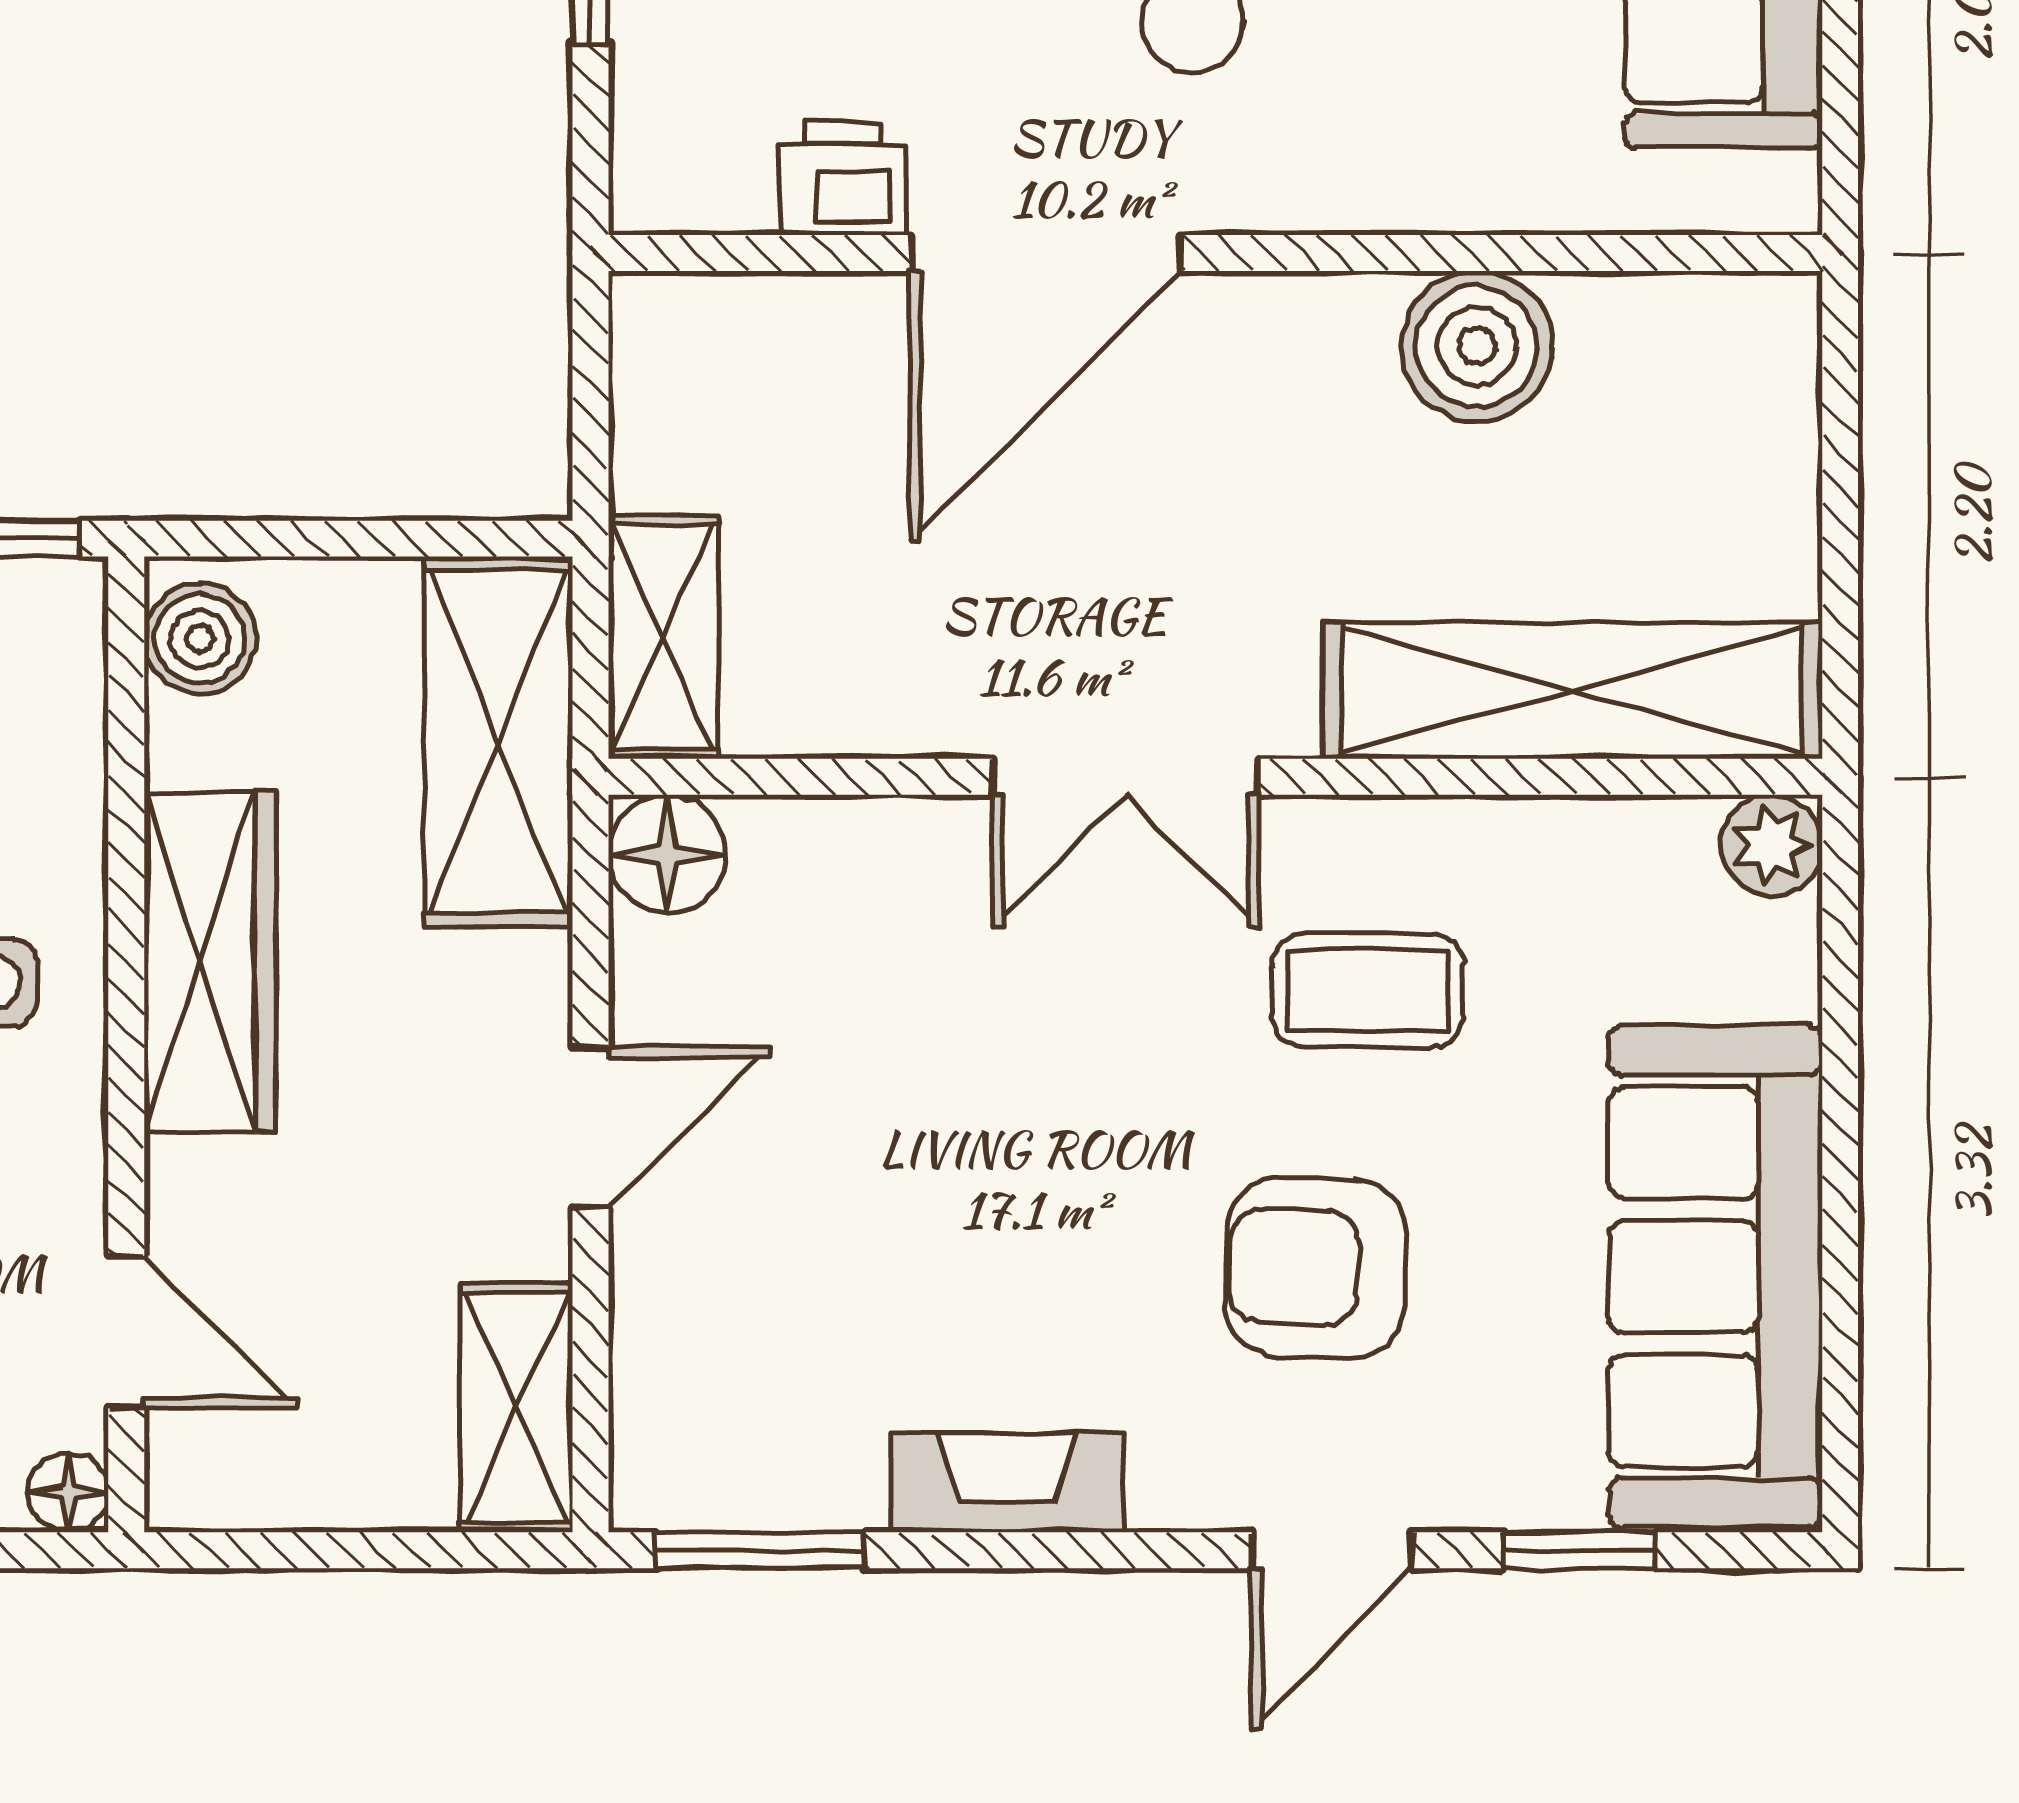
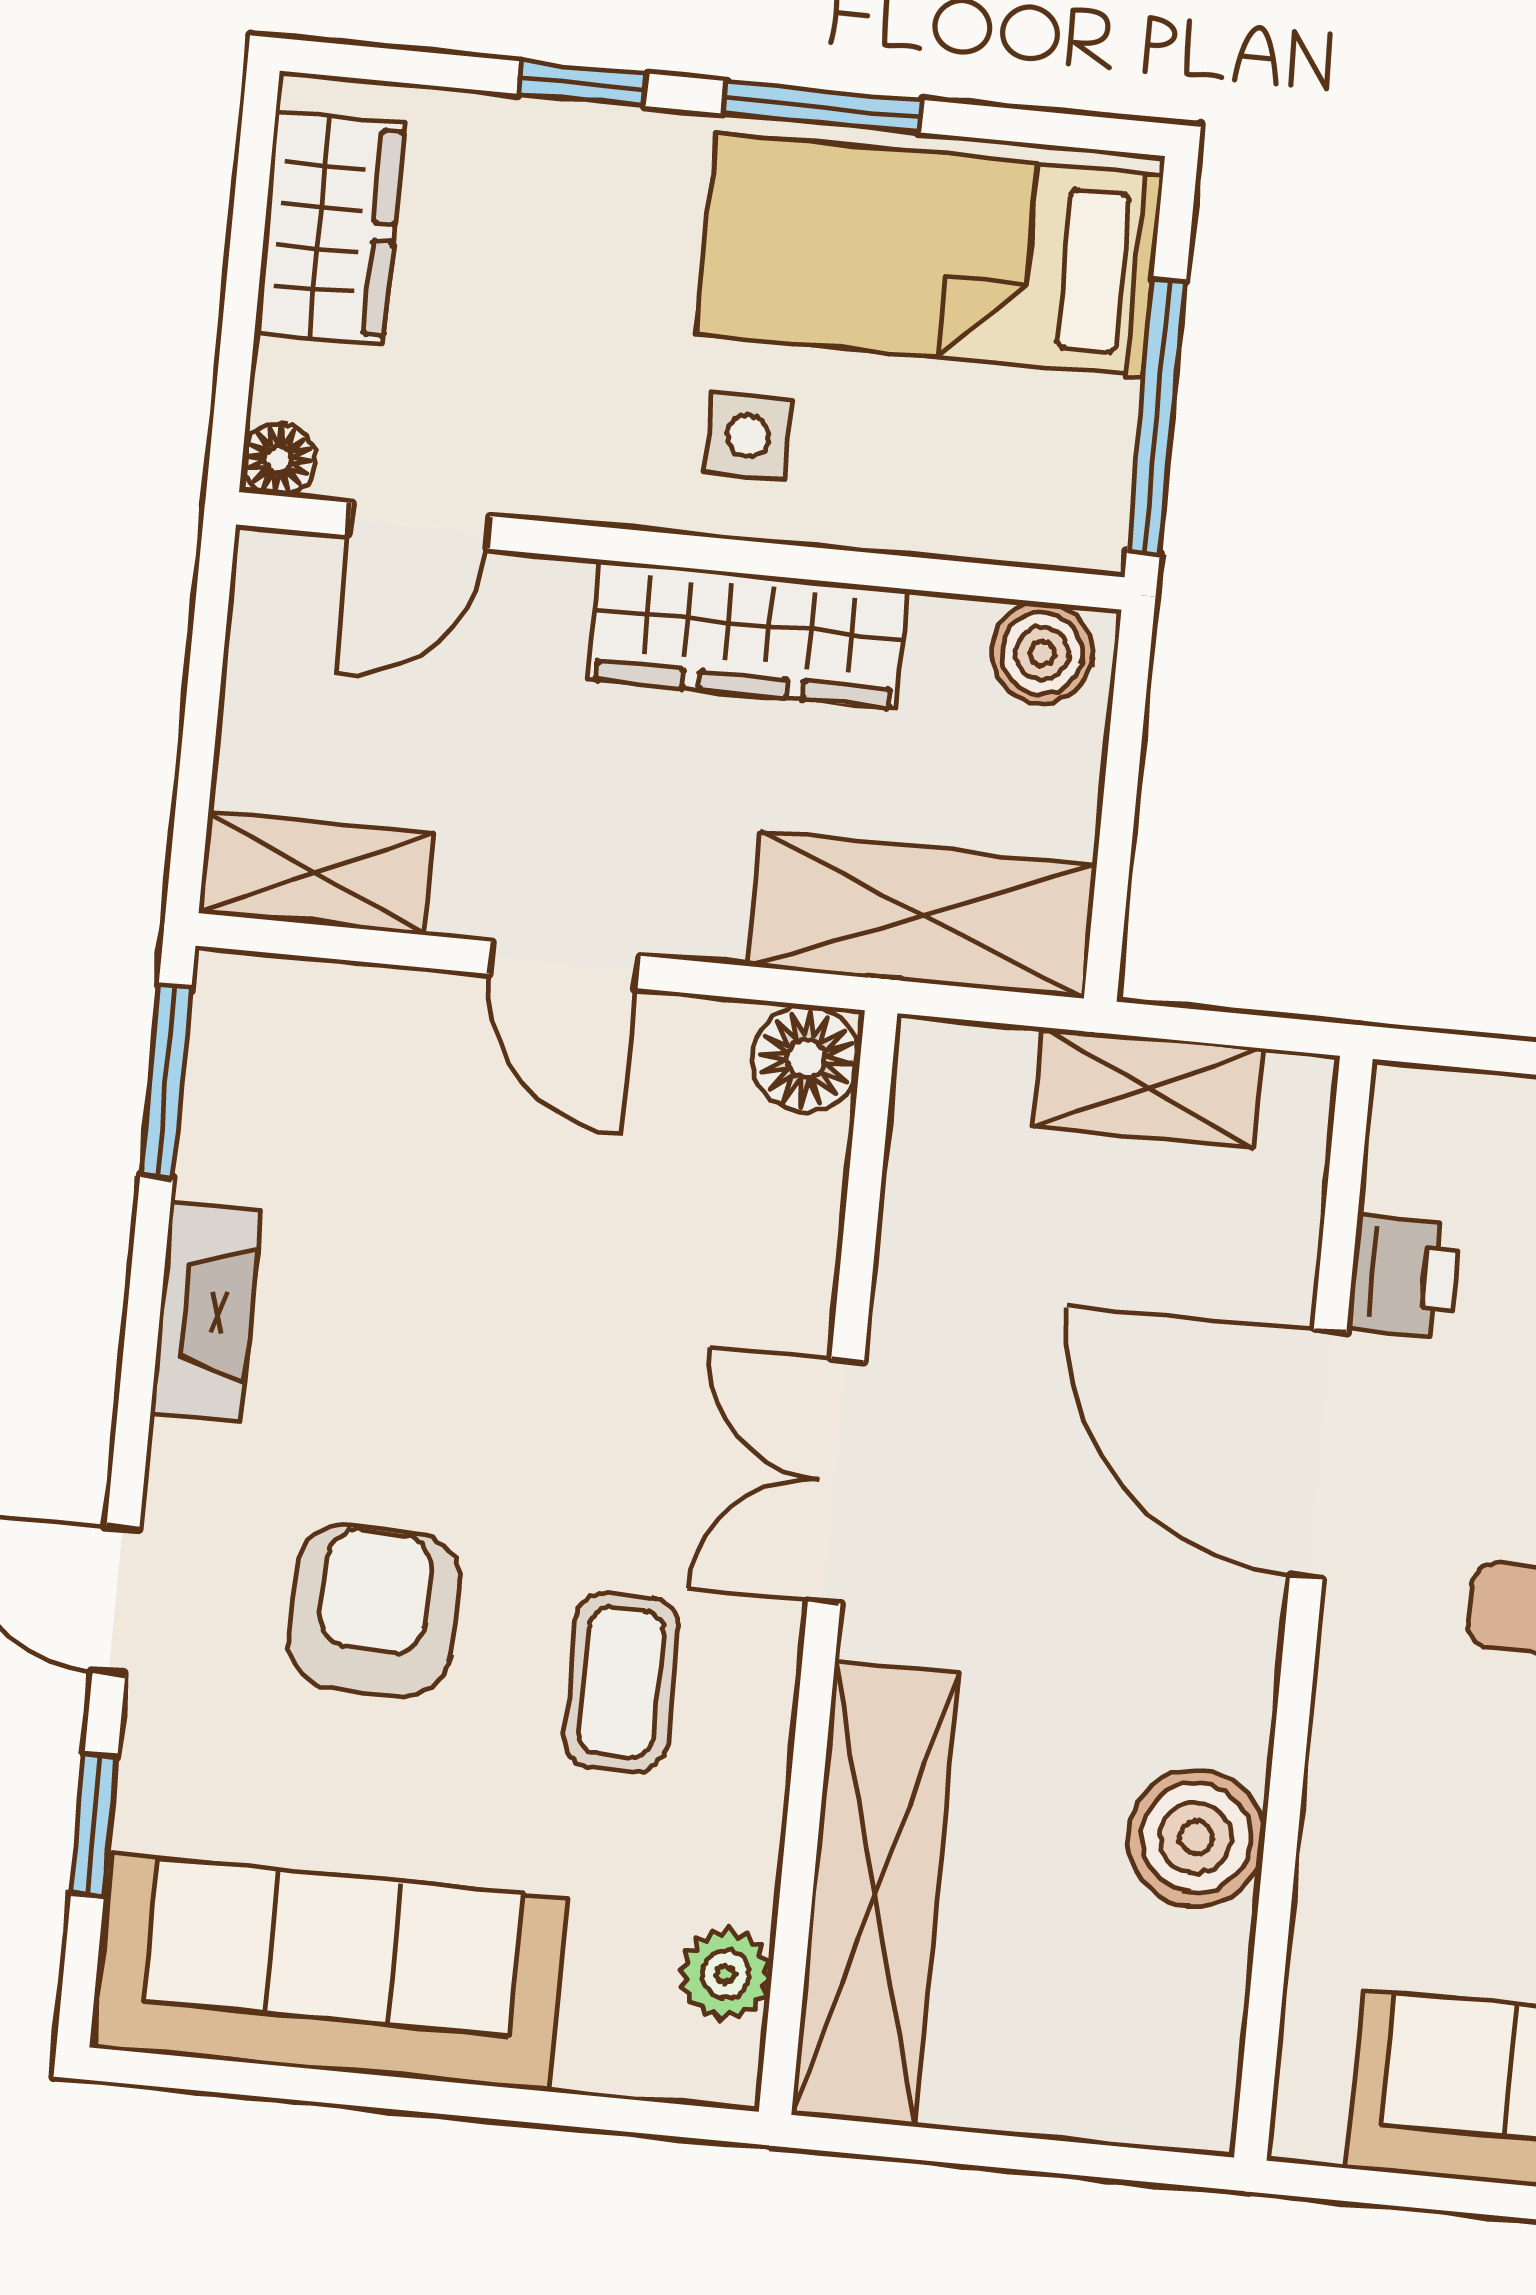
shelving: (663, 637) -> (1148, 1088), moved
plant: (1772, 845) -> (726, 1974), moved

